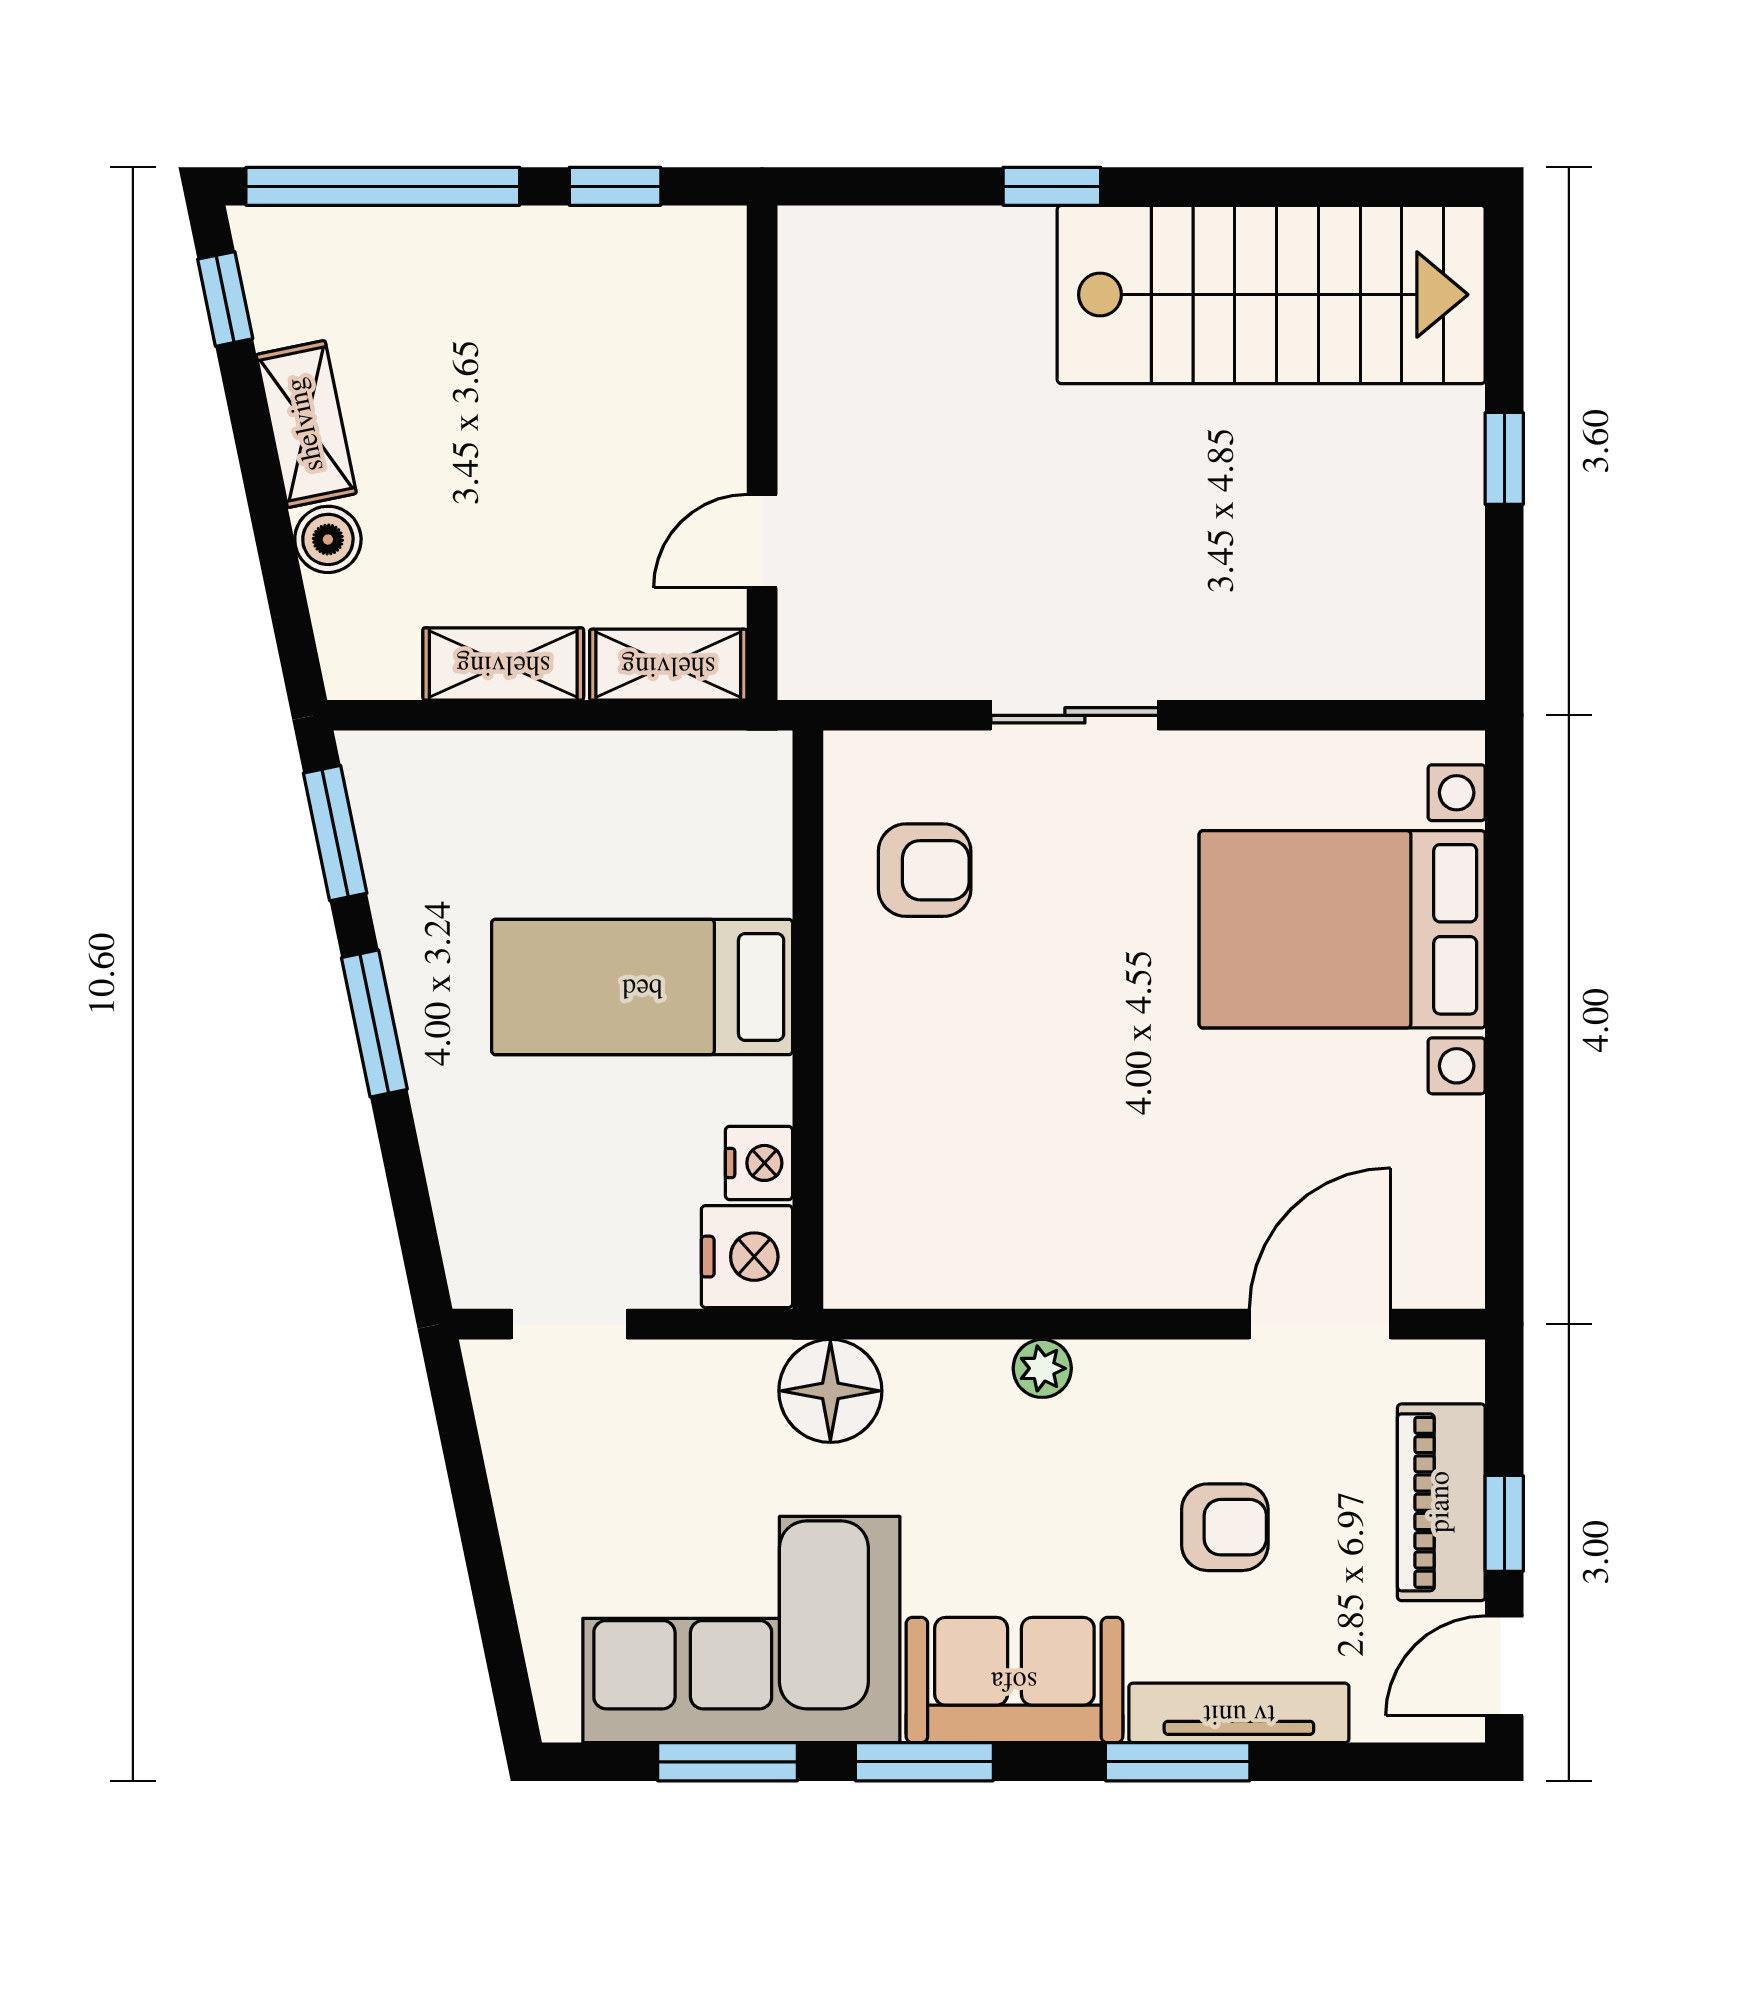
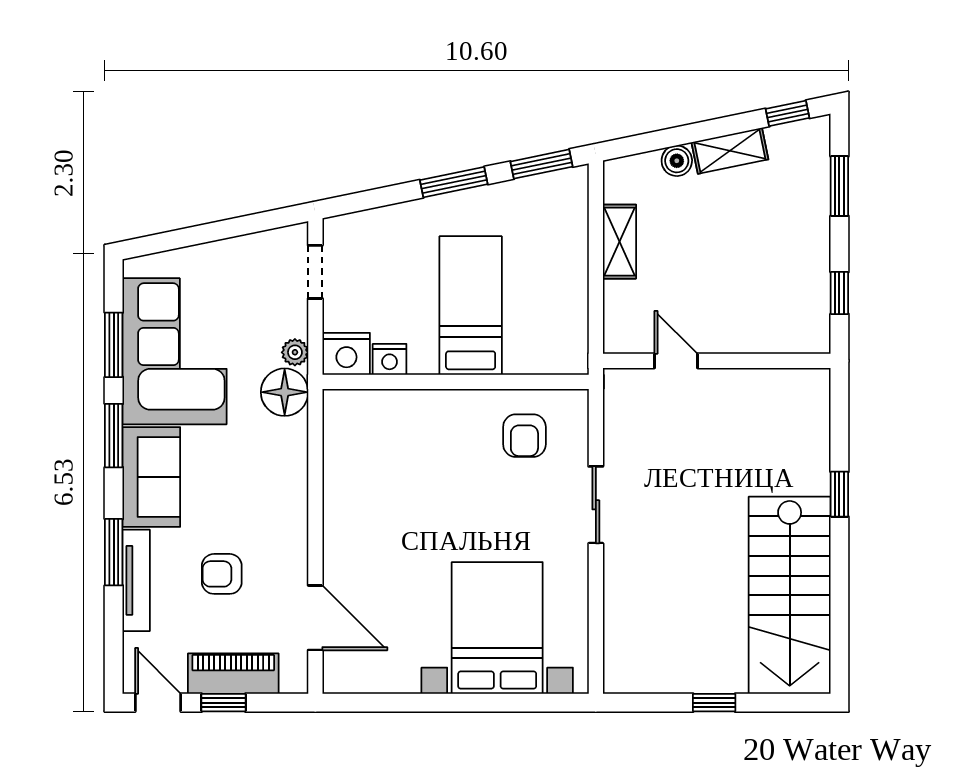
window: (383, 186) -> (839, 186), width x0.47
shelving: (668, 665) -> (619, 318), removed
plant: (1042, 1368) -> (295, 352), moved
armchair: (1225, 1527) -> (222, 574), turned 90

